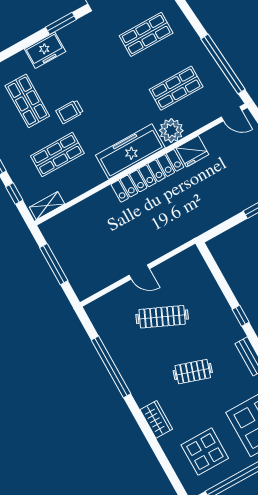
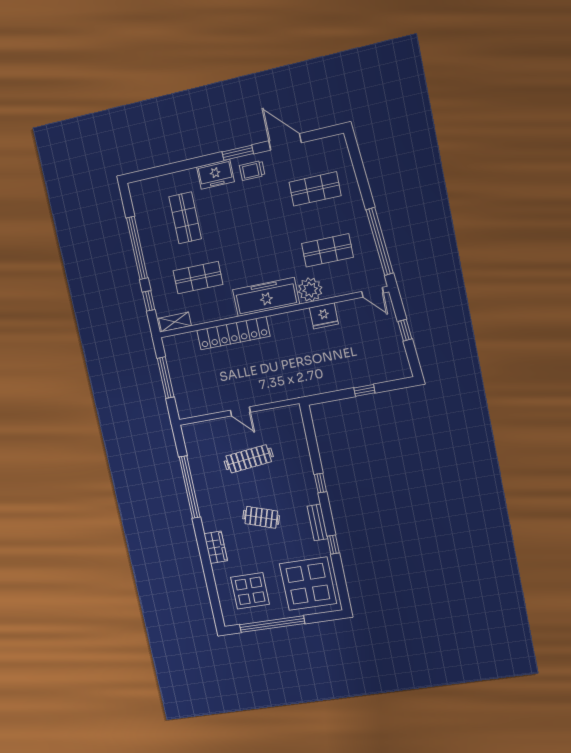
trolley: (70, 112) -> (252, 170), moved
locker: (147, 176) -> (233, 333), moved
clothes rail: (162, 317) -> (249, 459), turned -30

